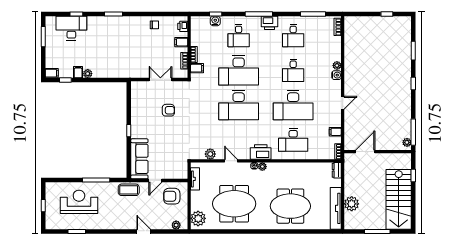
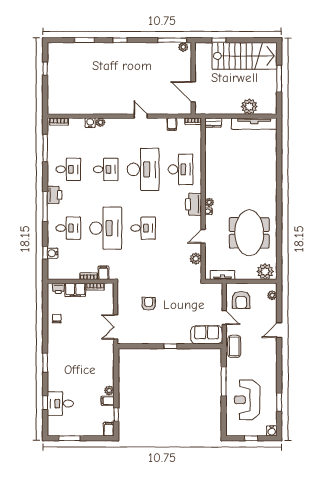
desk: (71, 28) -> (60, 404), width x0.73
filing cabinet: (181, 42) -> (75, 290), width x2.00
water cooler: (337, 75) -> (90, 123), moved
double door: (160, 79) -> (116, 327), moved
desk: (239, 105) -> (143, 228), width x0.53, depth x0.77
sofa: (139, 159) -> (207, 335), width x0.73
meeting table: (290, 206) -> (252, 172), removed
water cooler: (50, 225) -> (272, 431), added

